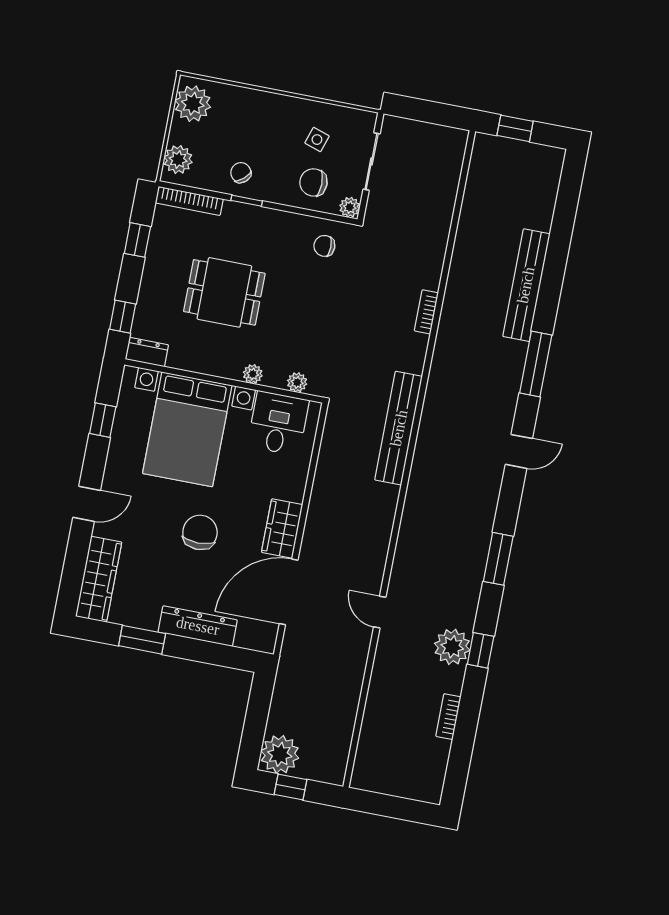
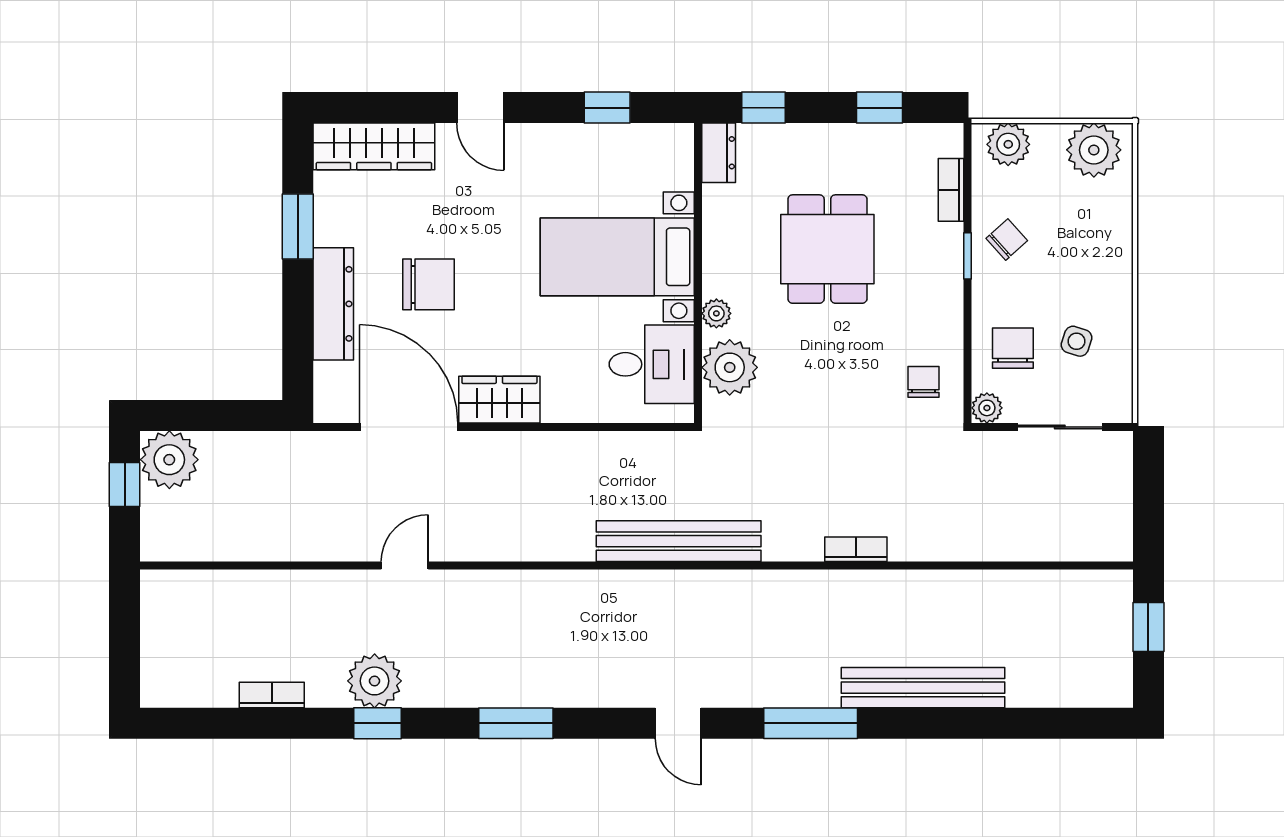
bookcase: (189, 201) -> (951, 190), width x0.64
plant: (297, 382) -> (730, 367), width x1.88, depth x1.88
bed with nightstands: (187, 429) -> (617, 257), width x0.73
chair: (200, 532) -> (428, 284), moved

